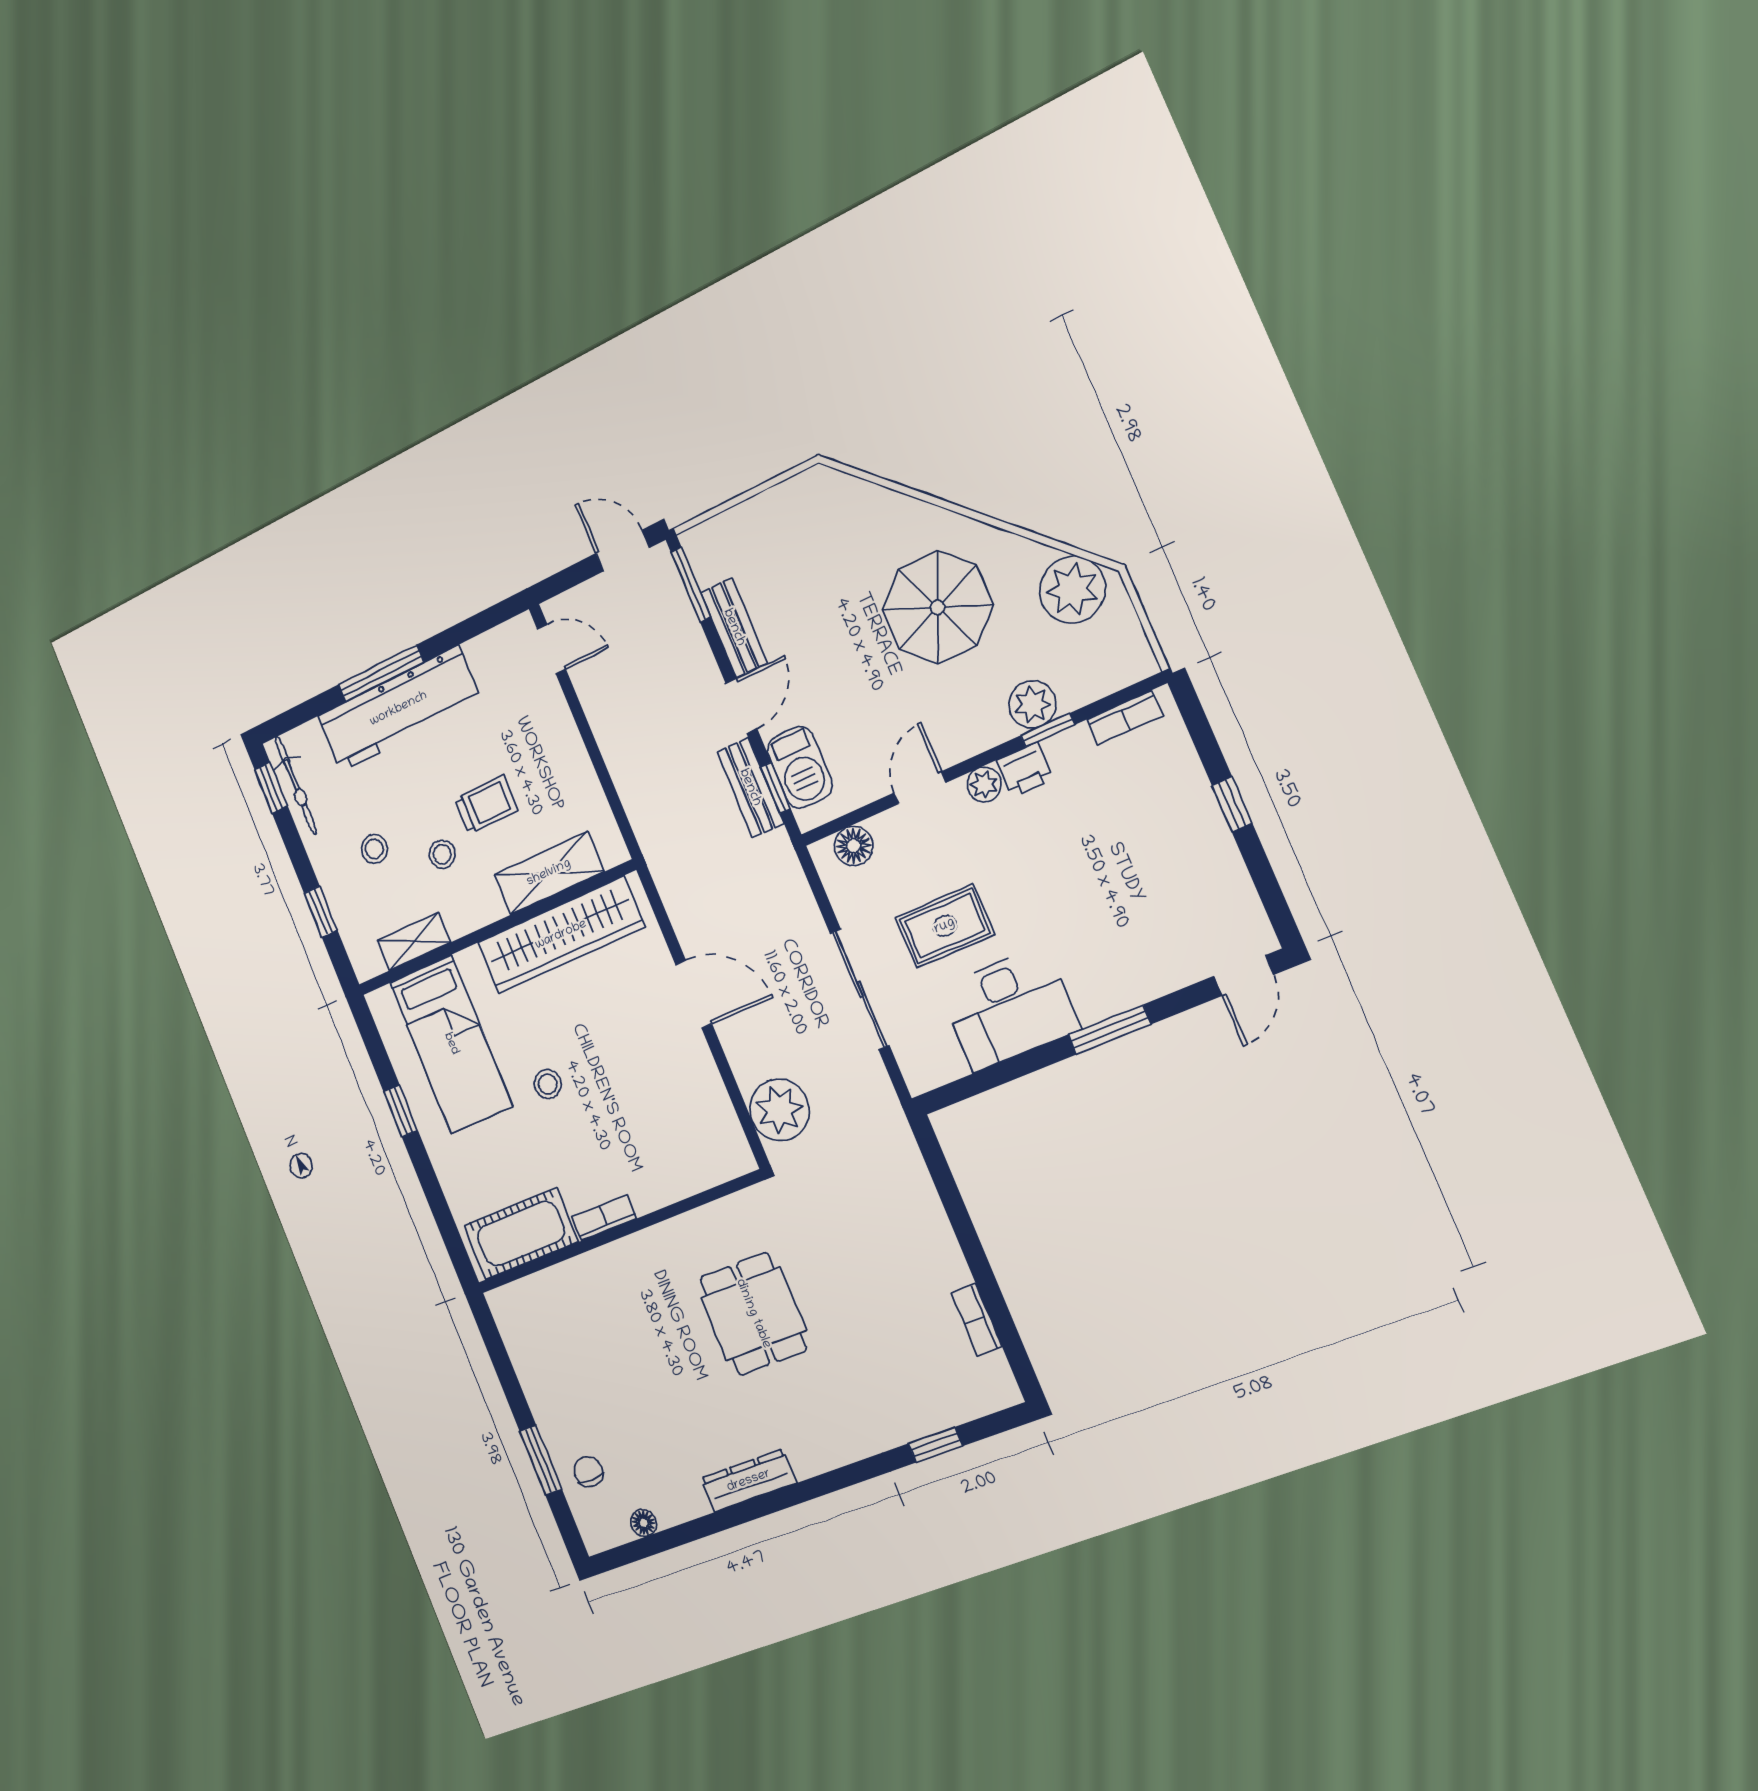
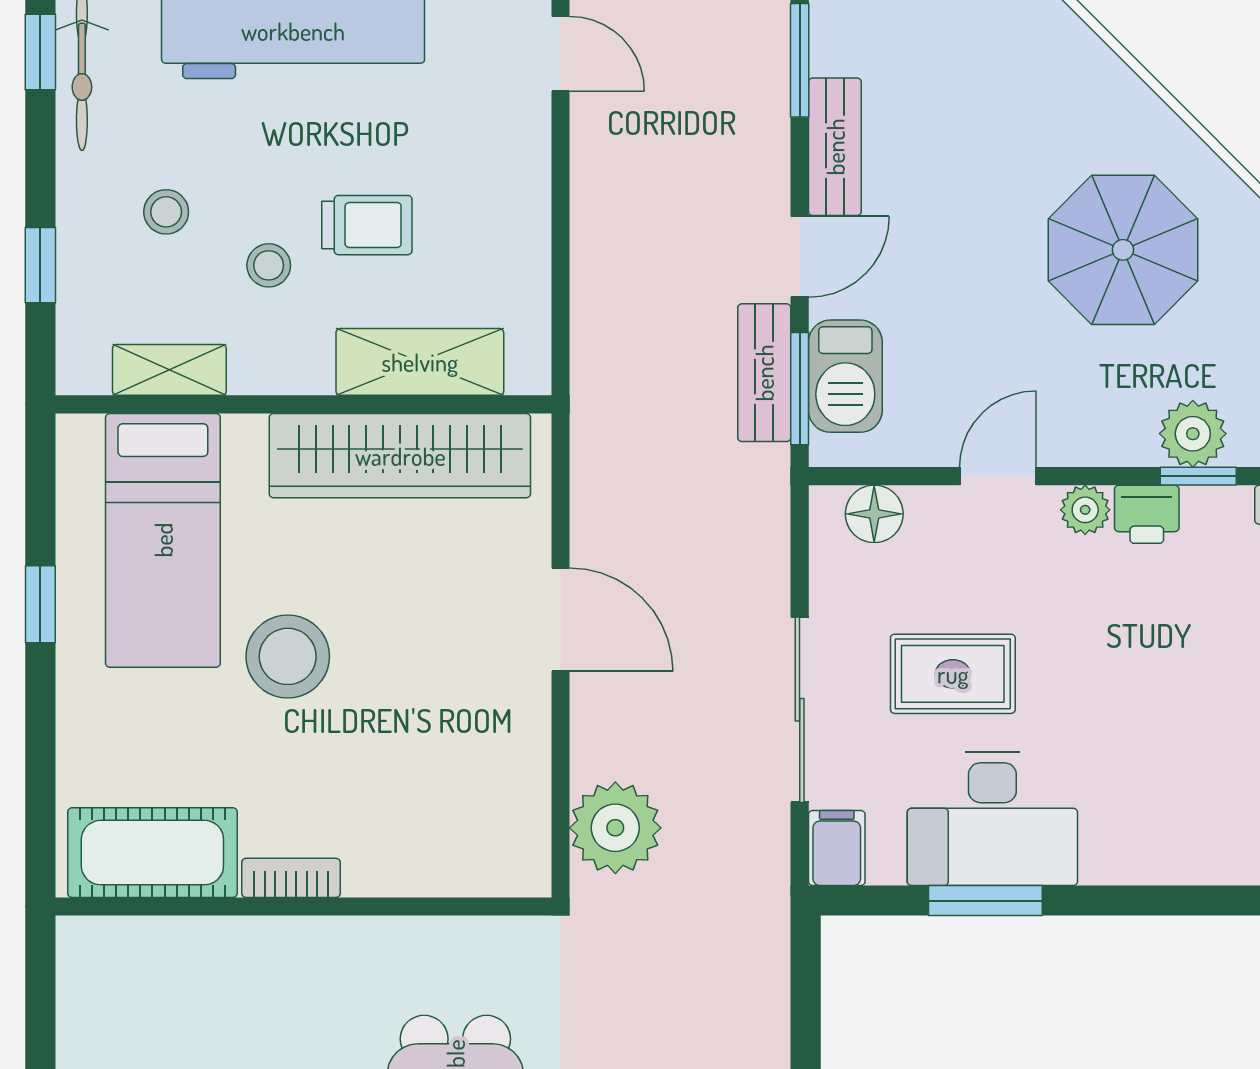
window: (776, 788) -> (800, 389), width x1.50
window: (1110, 1030) -> (985, 901), moved
filing cabinet: (919, 1067) -> (837, 848), added
stool: (548, 1084) -> (288, 656), width x1.89, depth x1.89

